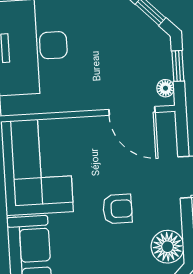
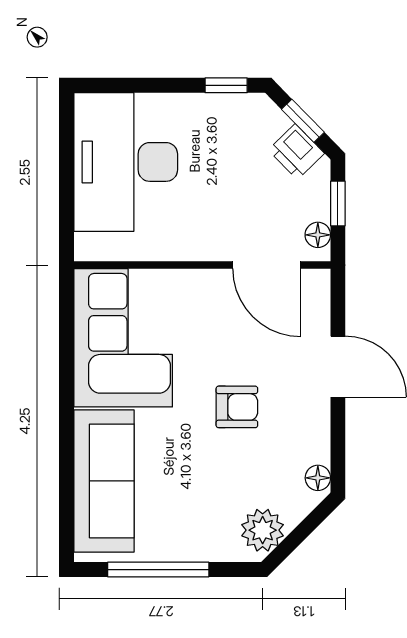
printer: (147, 32) -> (296, 152), added
floor lamp: (168, 247) -> (318, 478), width x0.53, depth x0.53

